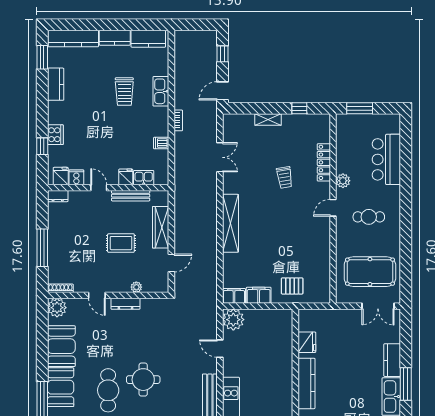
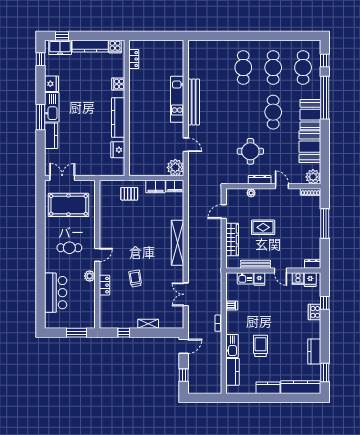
kitchen counter: (148, 39) -> (232, 372), moved, turned 90
locker: (324, 162) -> (104, 285), width x0.66
round table: (143, 380) -> (250, 151), moved

